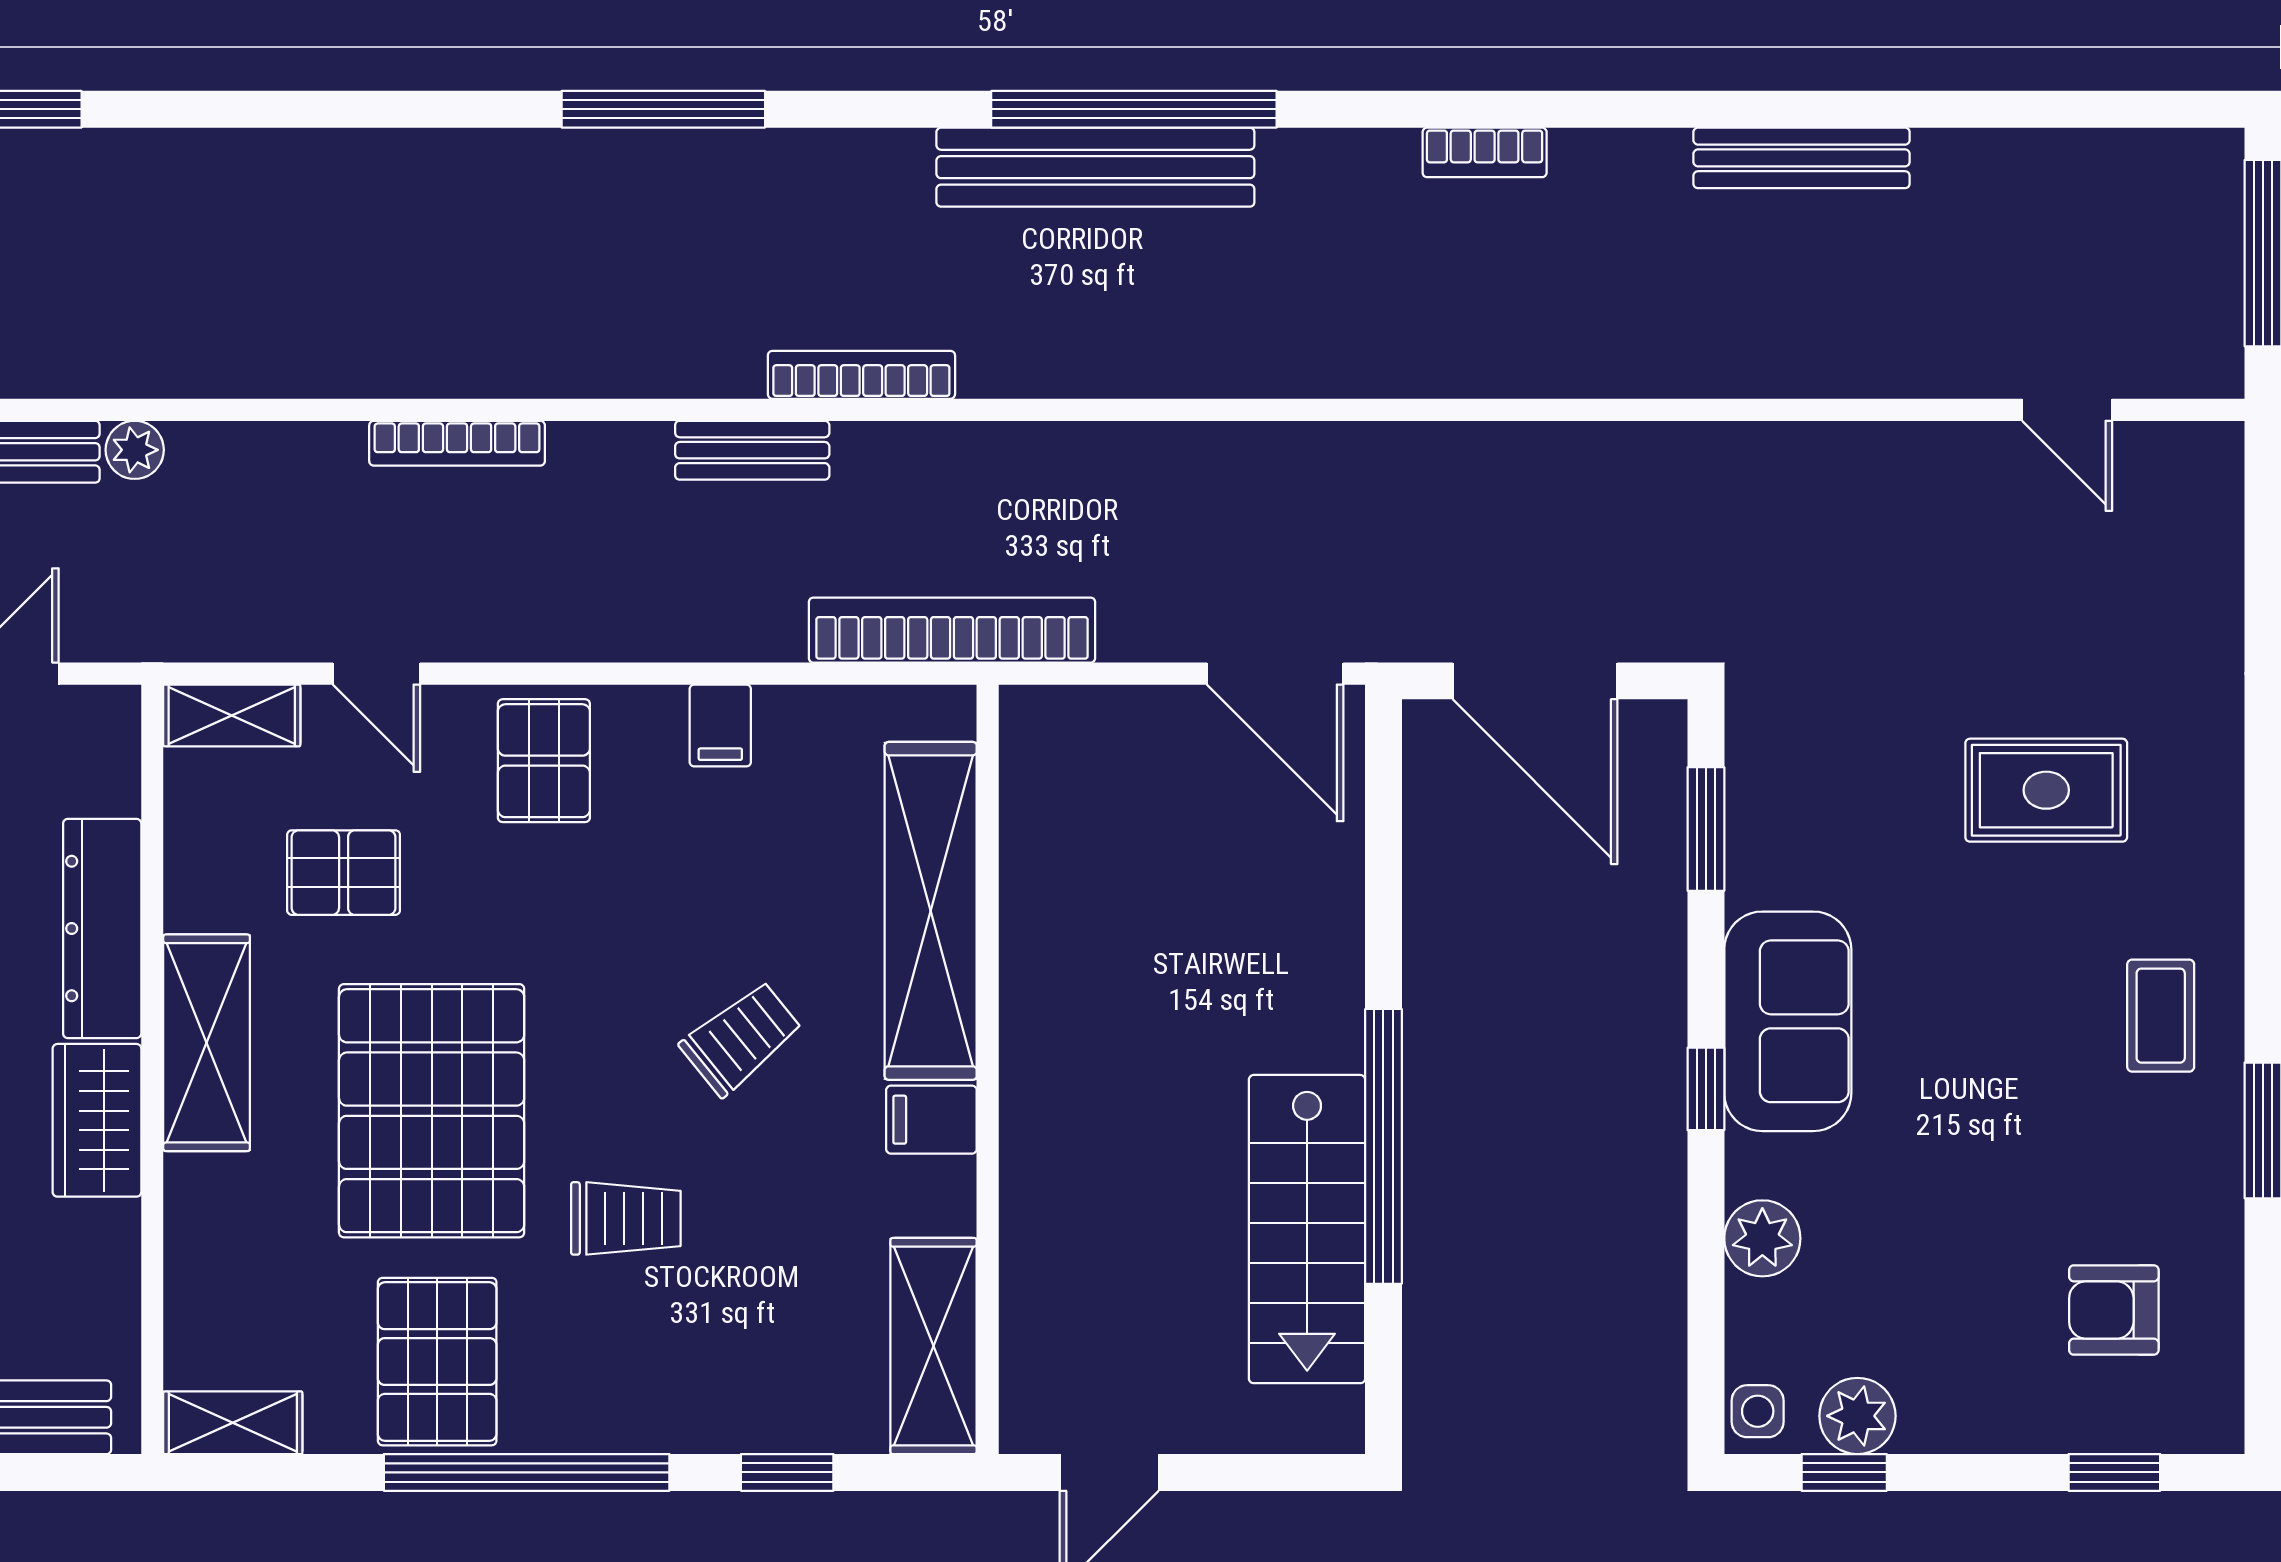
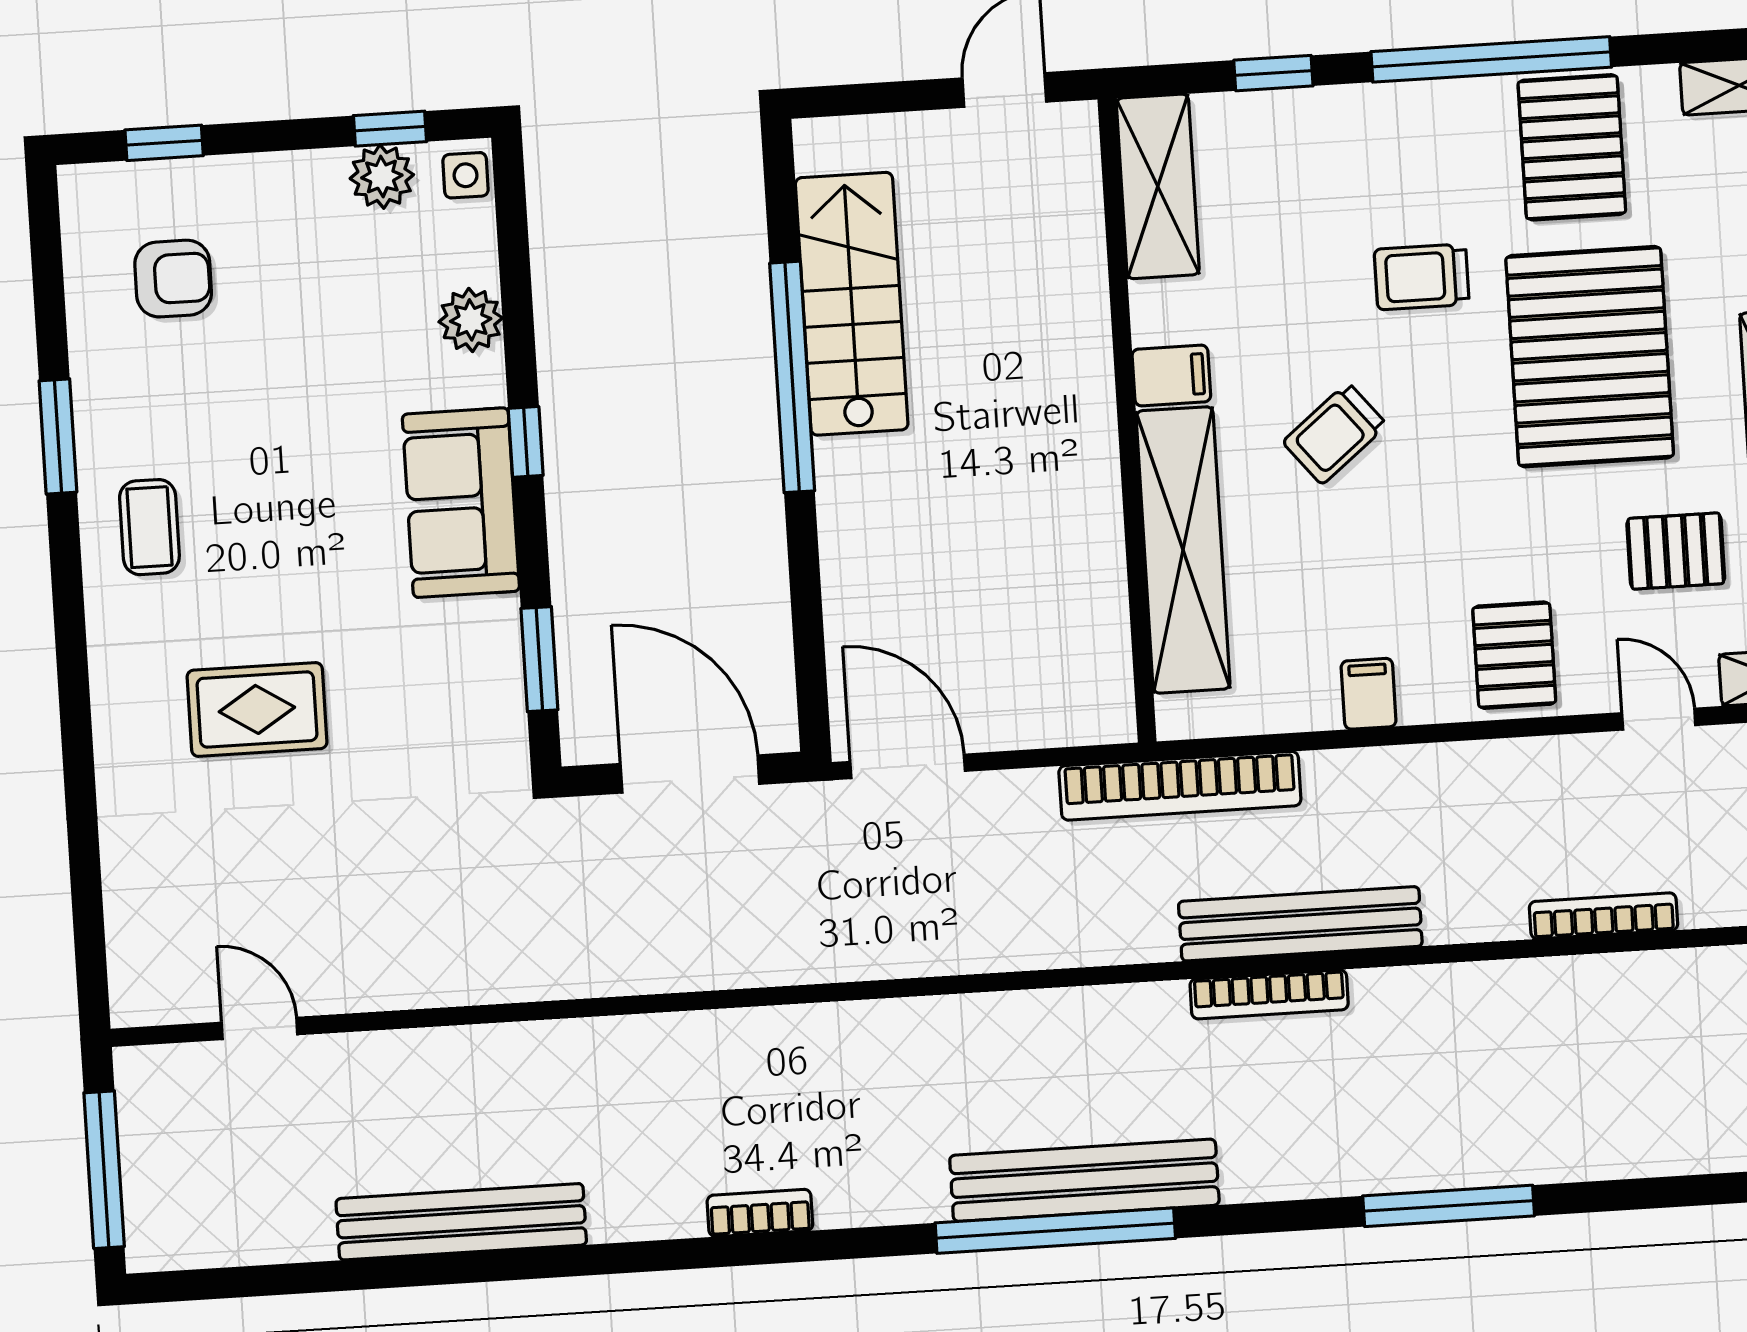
bench: (1802, 158) -> (461, 1222), width x1.37, depth x1.21
bench: (752, 450) -> (1300, 924), width x1.86, depth x1.21

